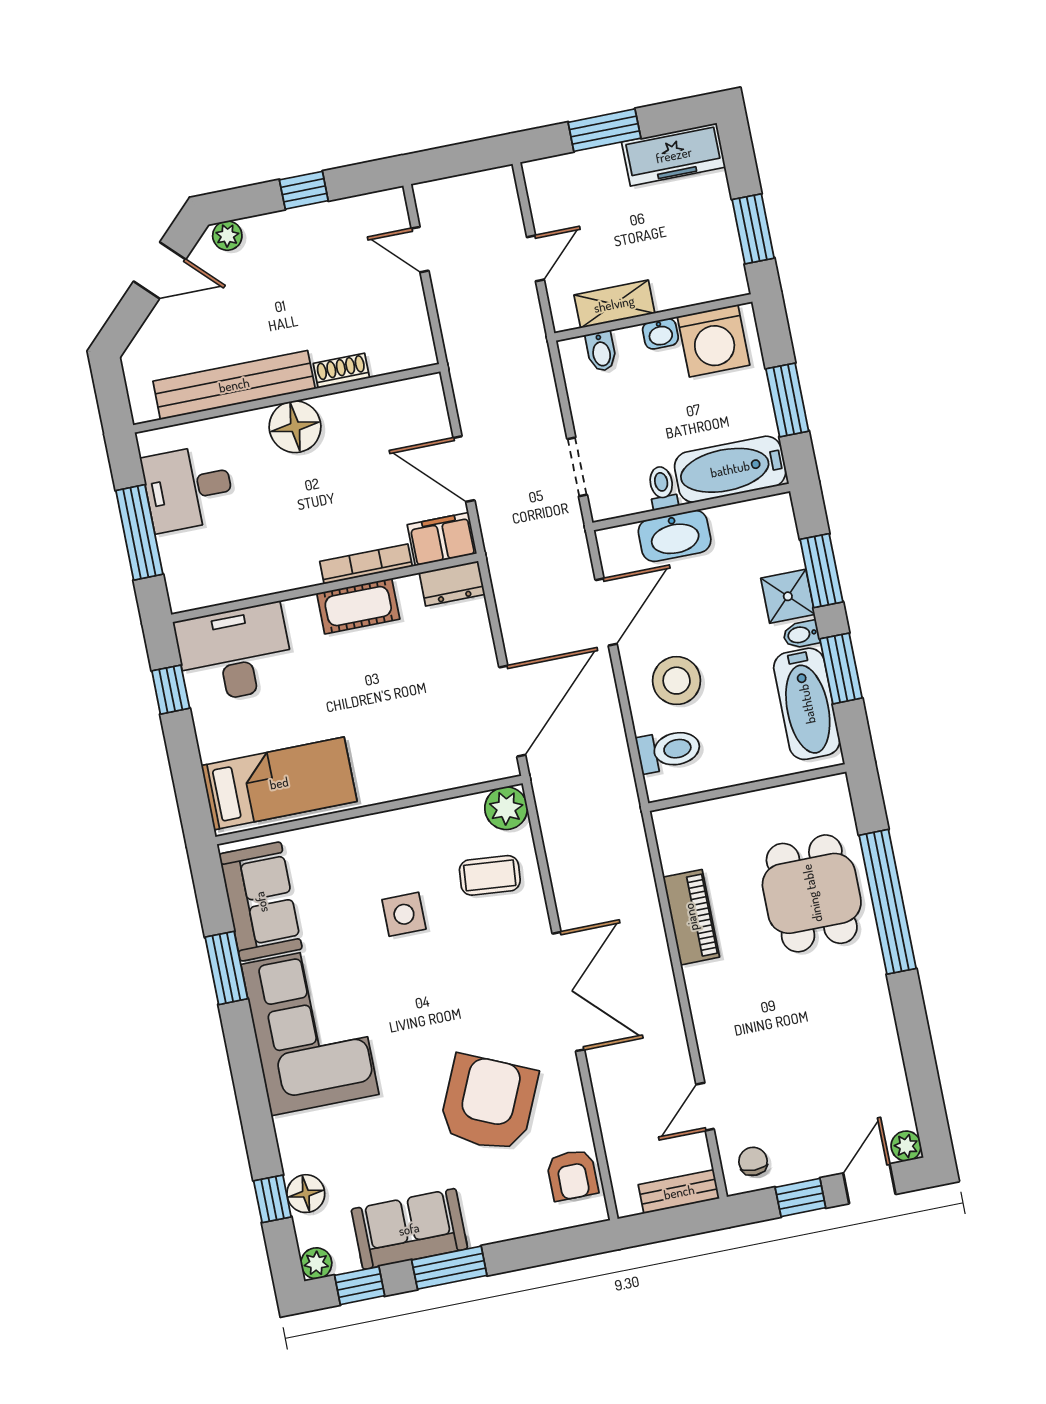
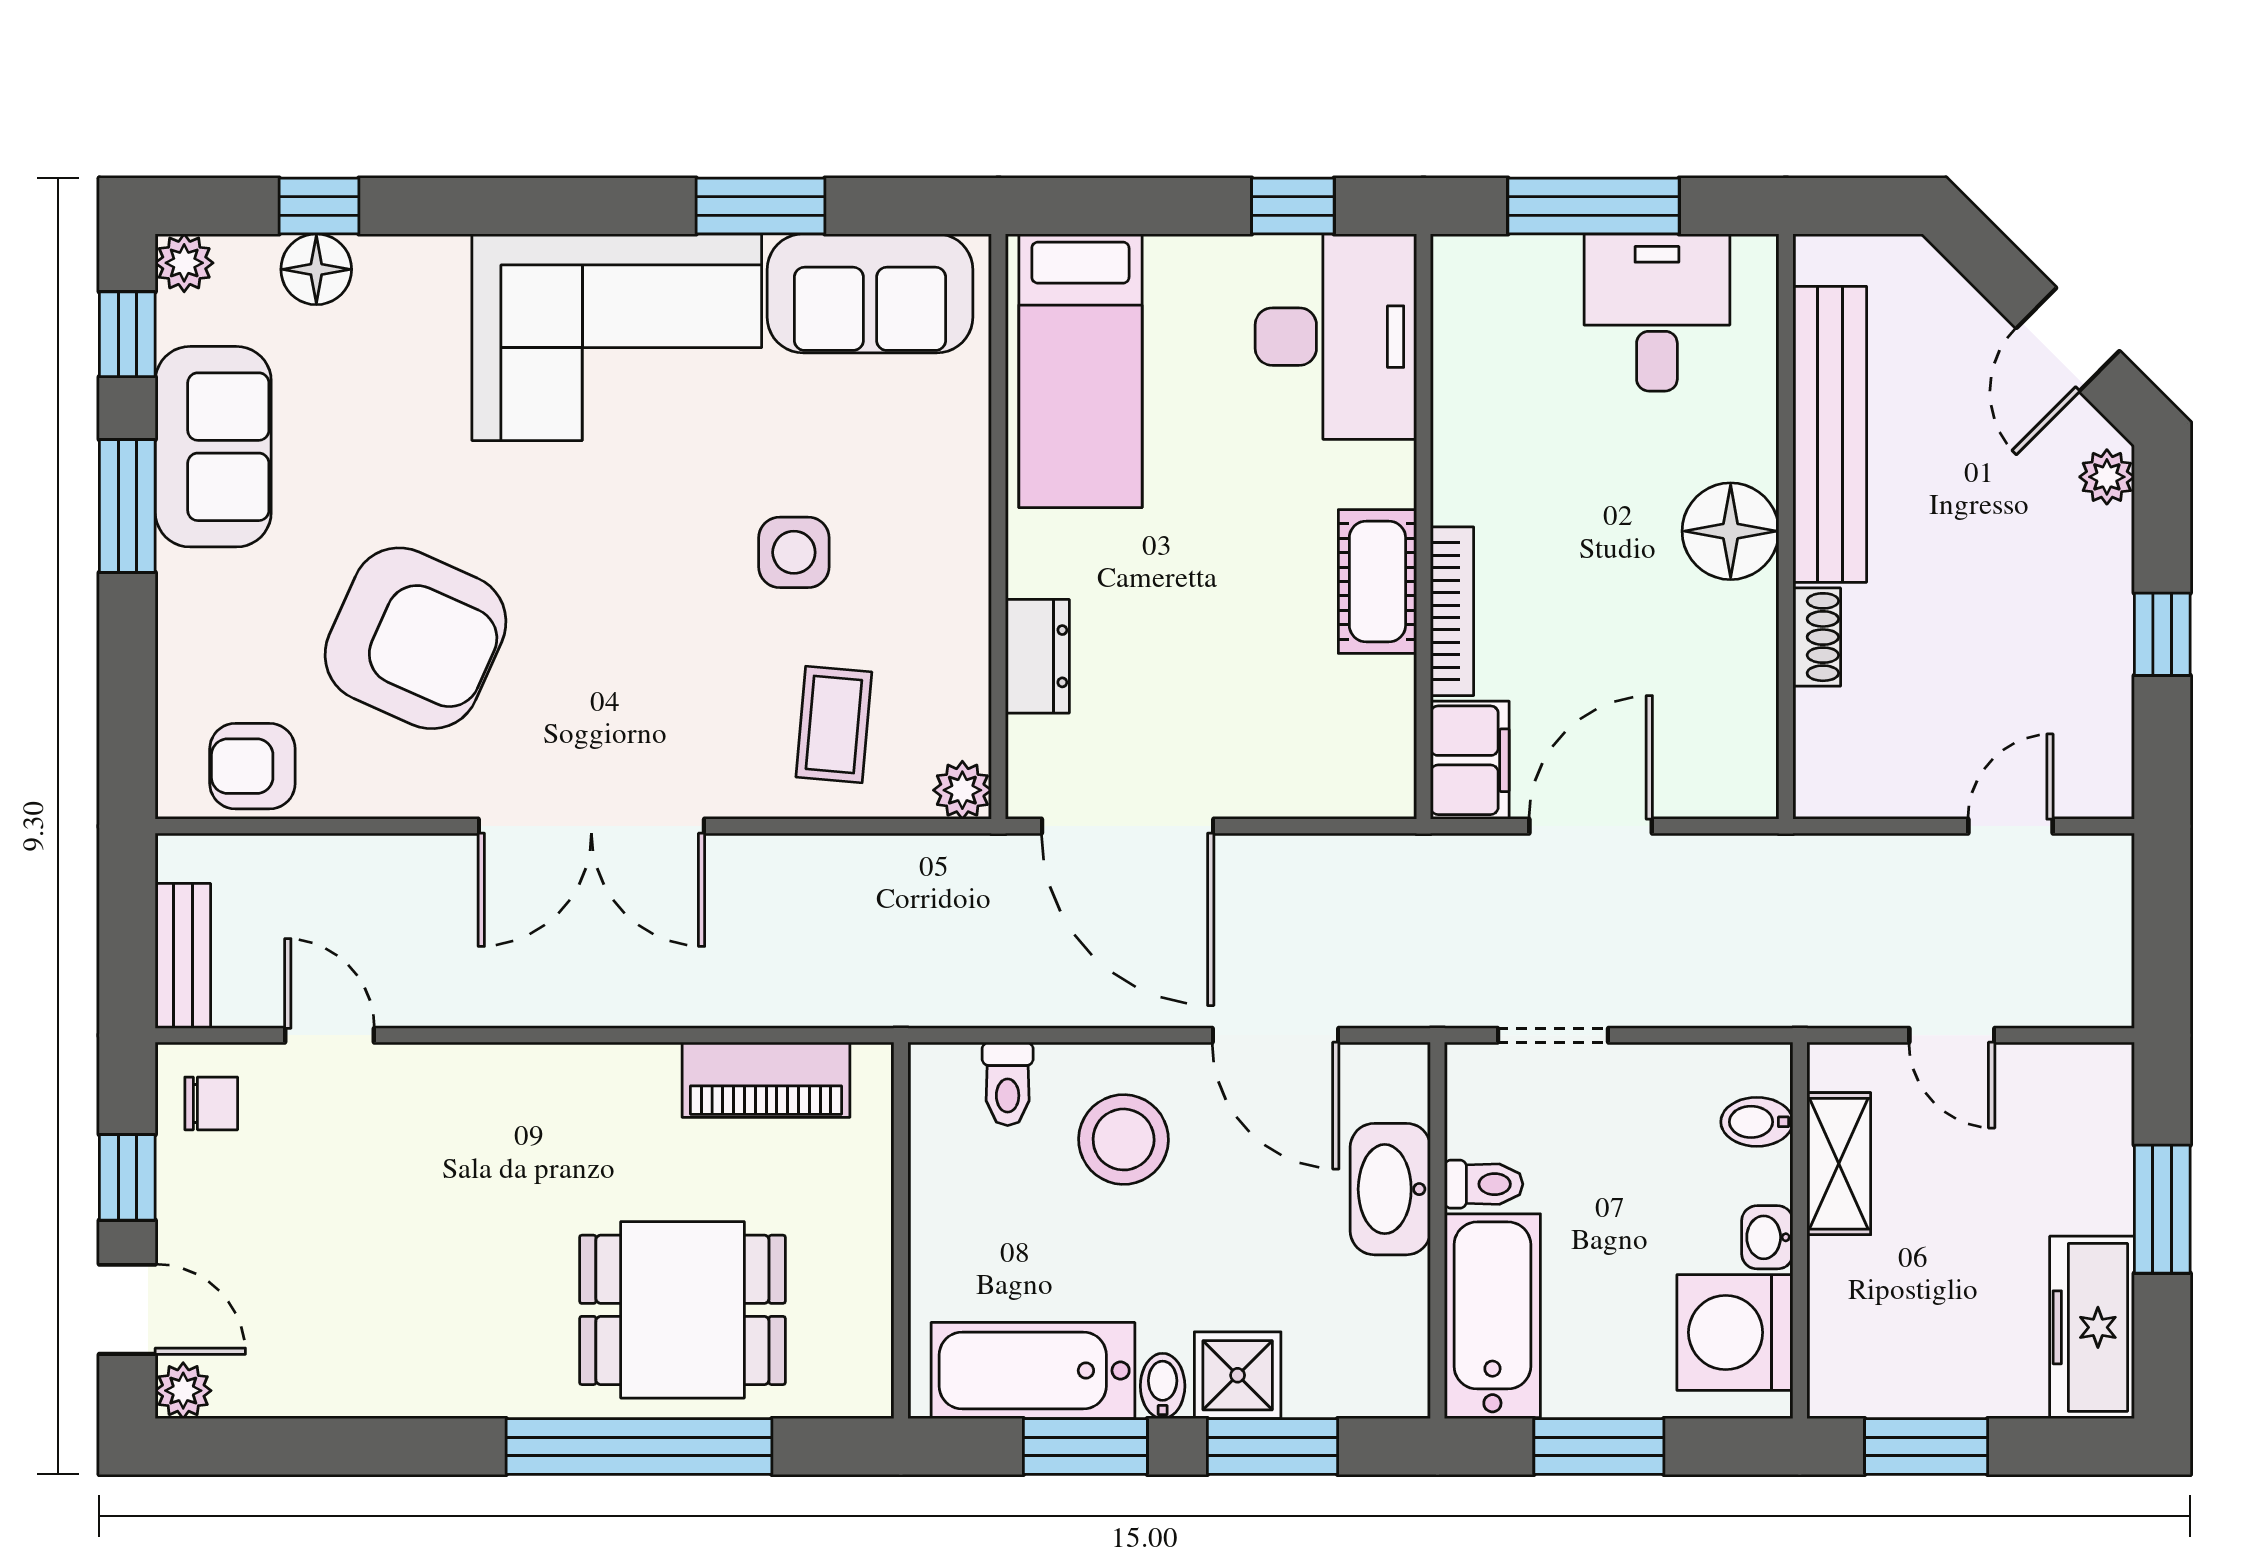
dresser: (452, 583) -> (1037, 656), moved, turned 180
toilet: (669, 750) -> (1008, 1084), width x0.73, depth x0.72
plant: (506, 808) -> (962, 790), width x0.73, depth x0.73
piano: (691, 917) -> (766, 1080), moved

